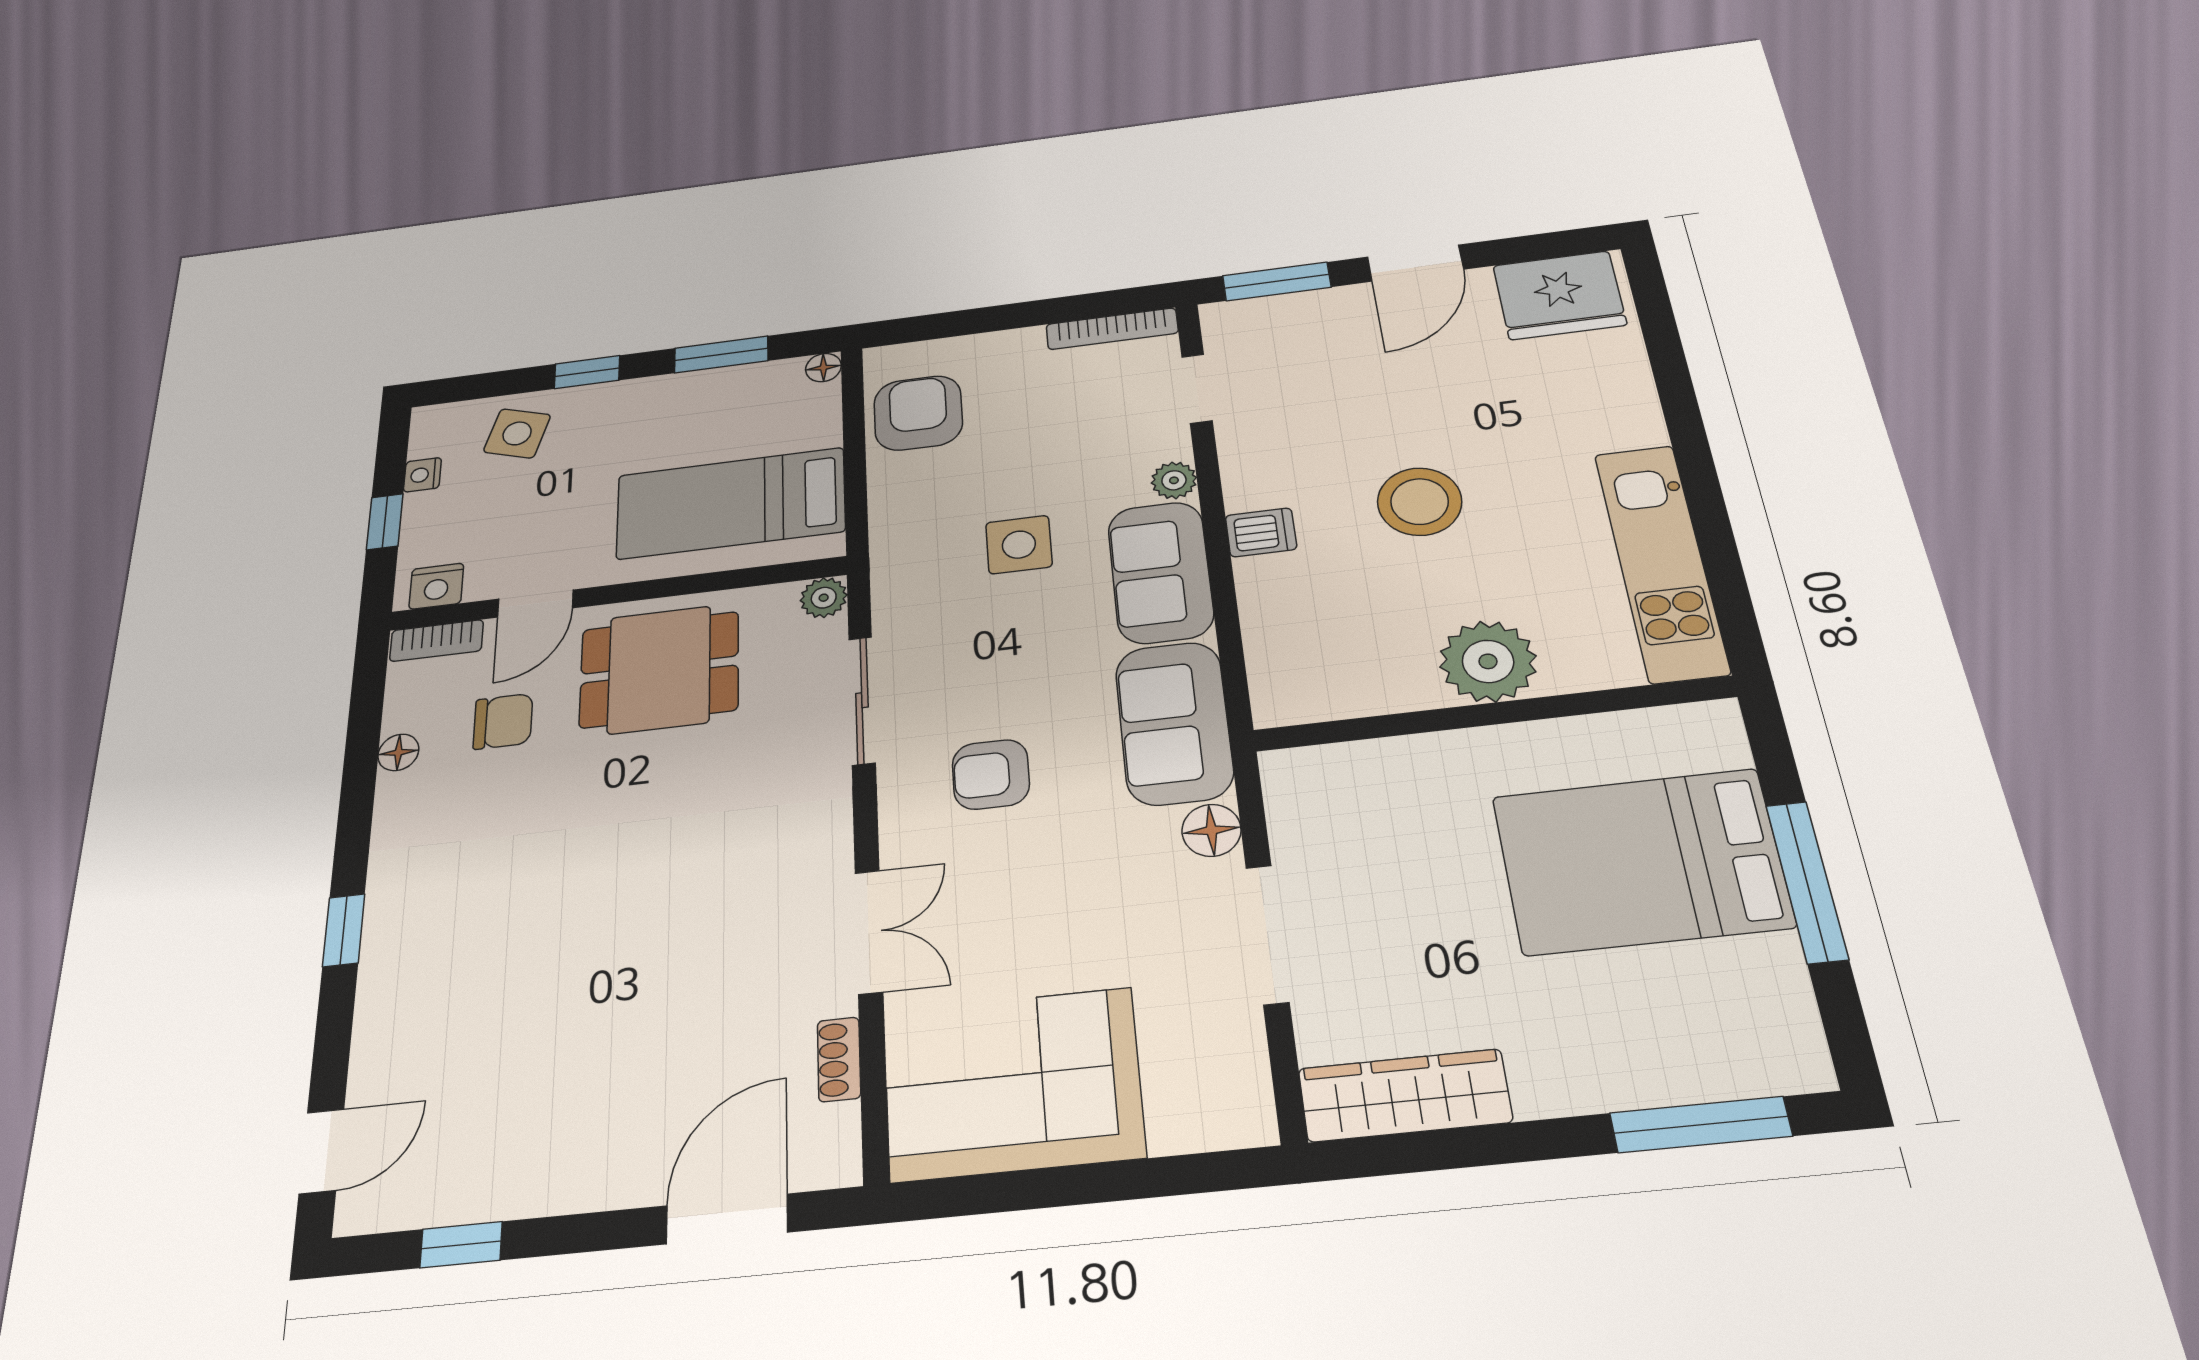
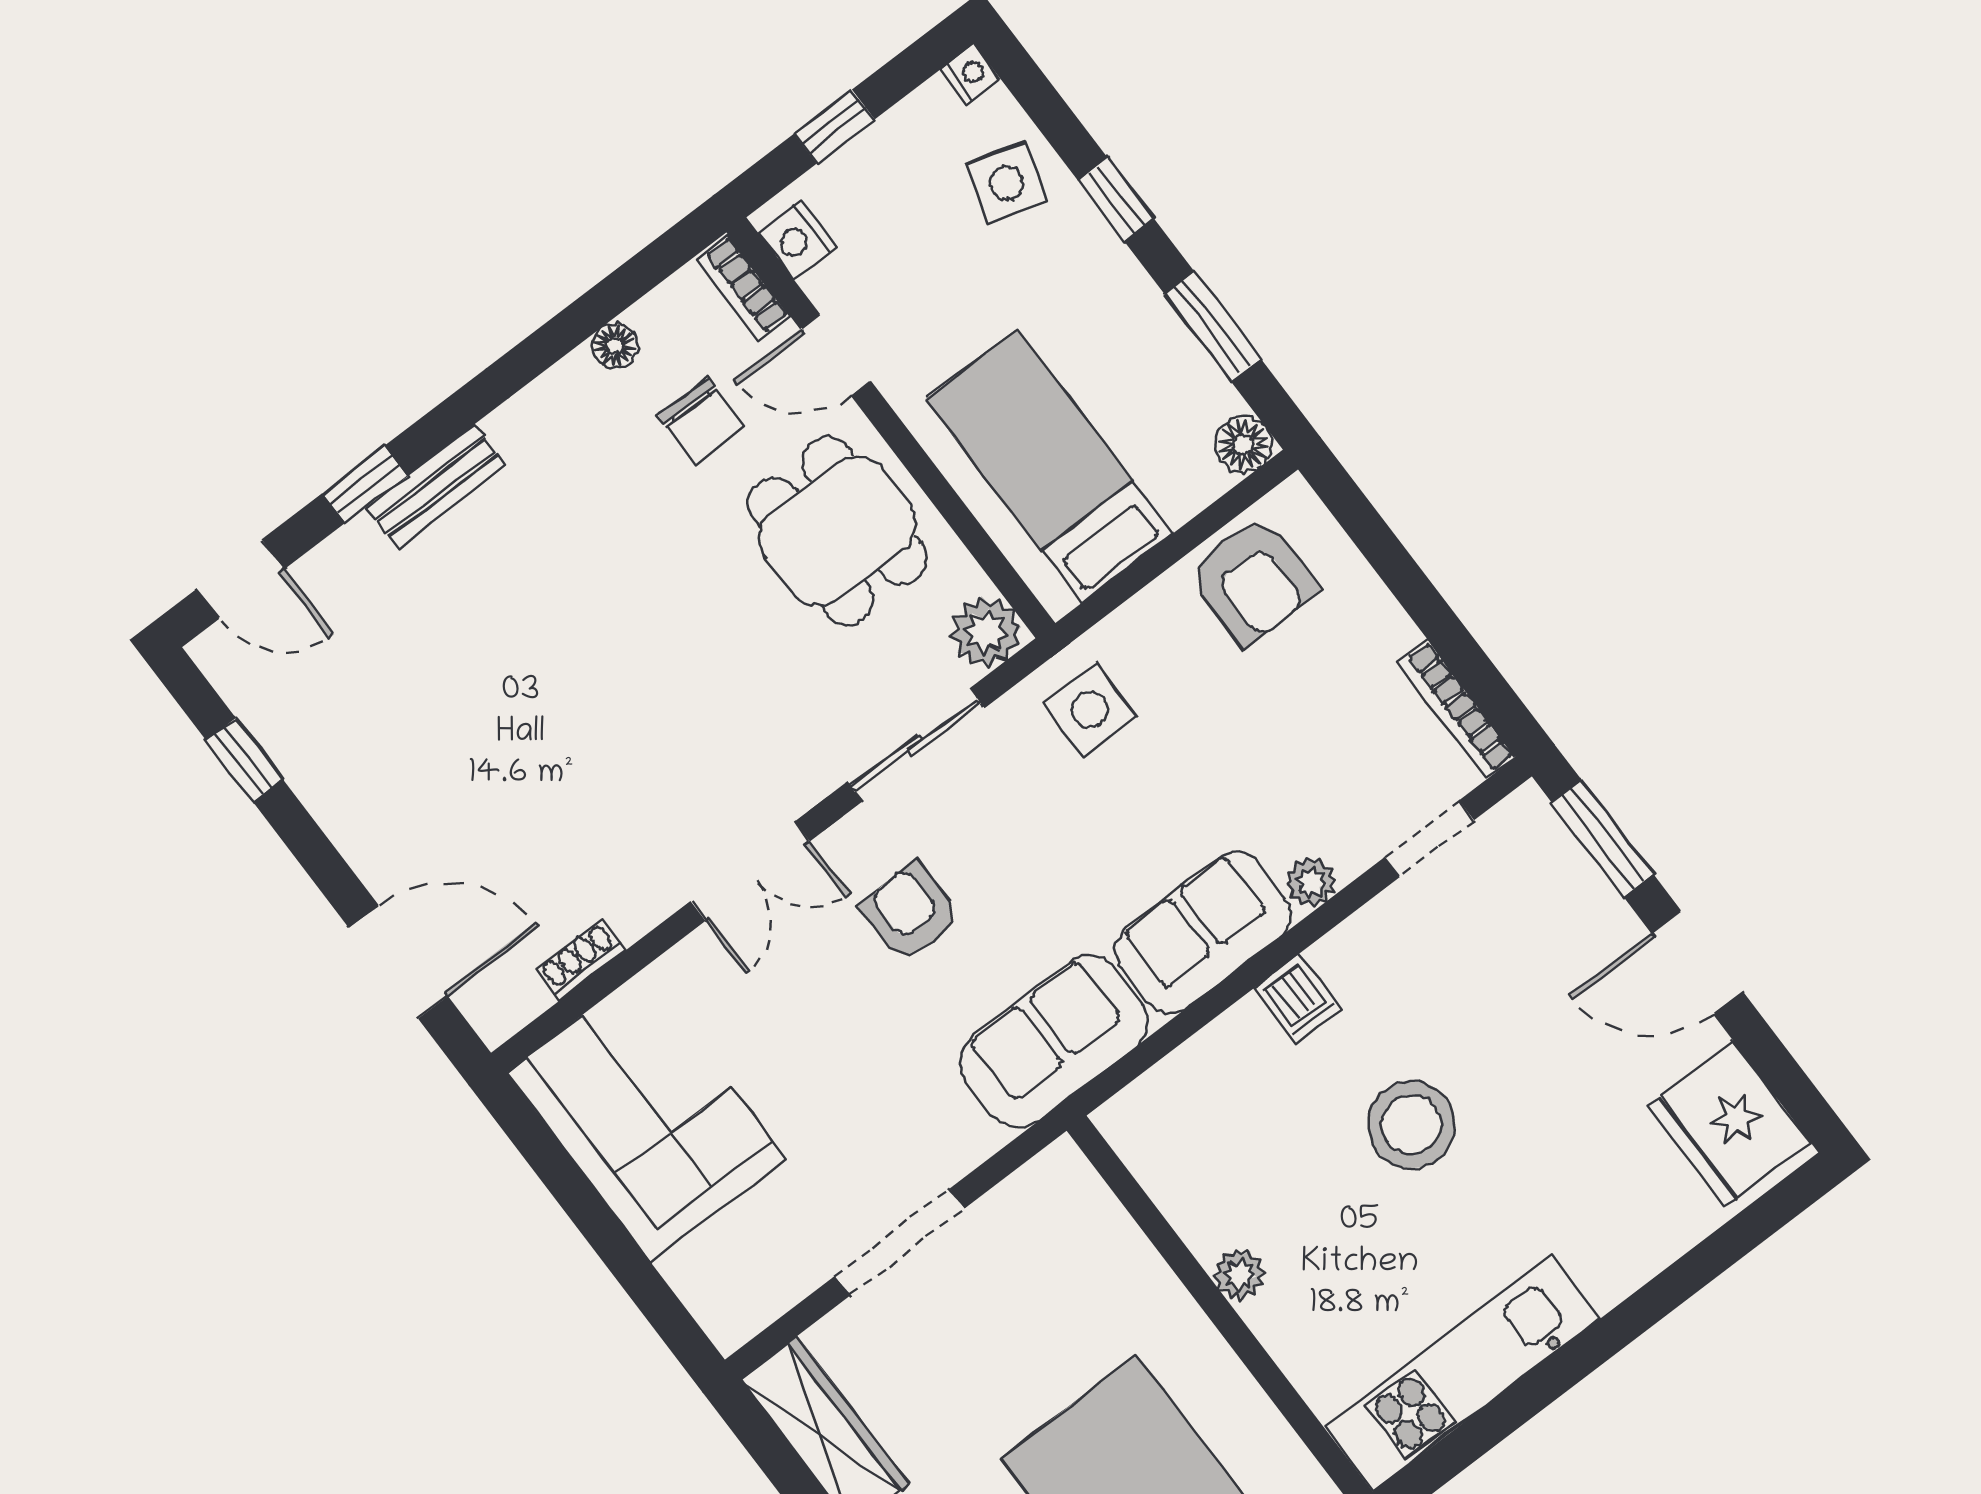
floor lamp: (823, 368) -> (1243, 444), width x1.37, depth x1.37
armchair: (918, 413) -> (1253, 581), turned 90
nightstand: (422, 475) -> (971, 74), moved, turned 90
side table: (1019, 545) -> (1090, 709), moved
plant: (824, 598) -> (986, 631), width x1.38, depth x1.38
plant: (1488, 661) -> (1240, 1274), width x0.53, depth x0.53
floor lamp: (1211, 830) -> (968, 1138), removed
window: (344, 930) -> (365, 484), moved
double door: (869, 932) -> (750, 871), moved
bench: (384, 947) -> (436, 486), added

